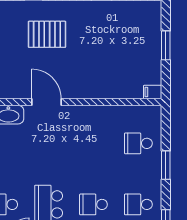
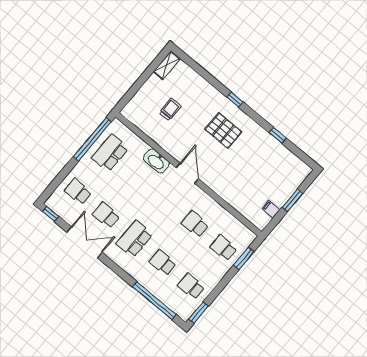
filing cabinet: (153, 92) -> (271, 209), moved
school desk: (93, 143) -> (195, 224), added
window: (166, 165) -> (244, 258), moved

